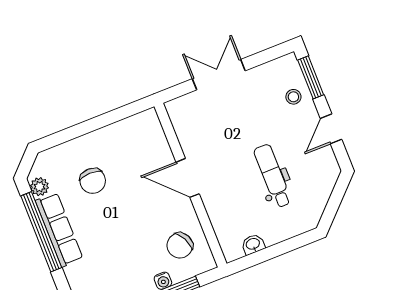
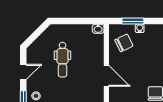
washbasin: (253, 244) -> (98, 29), moved

